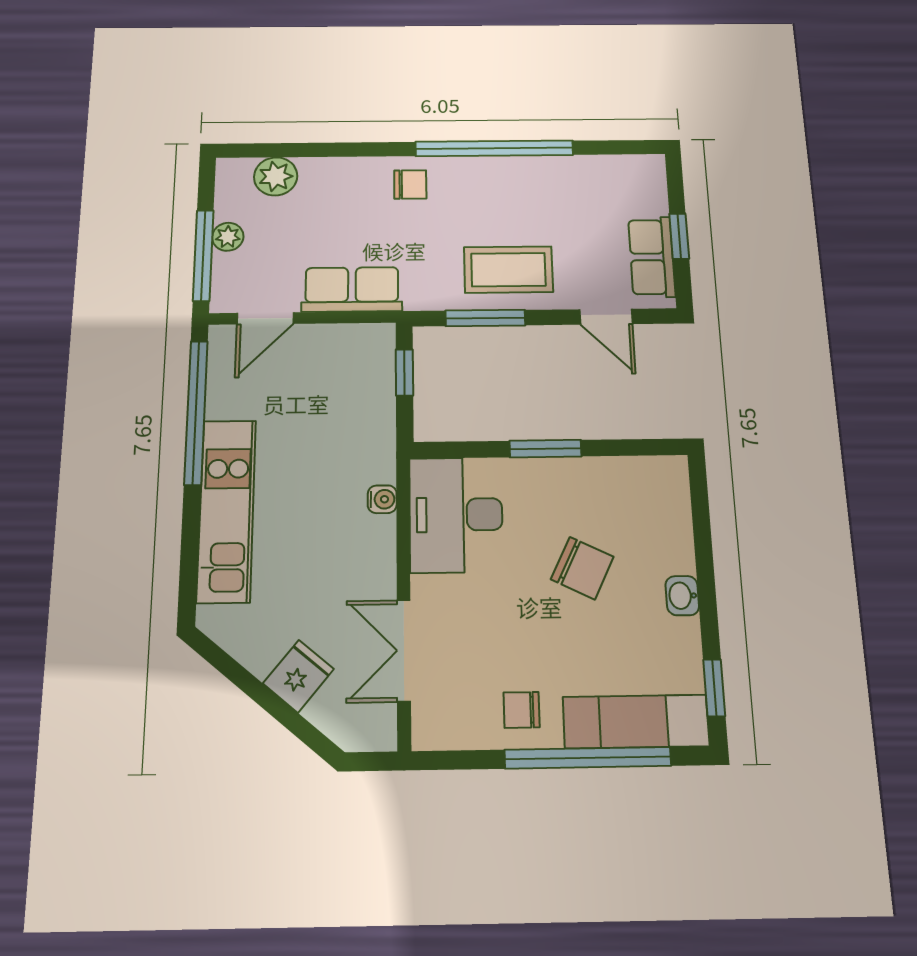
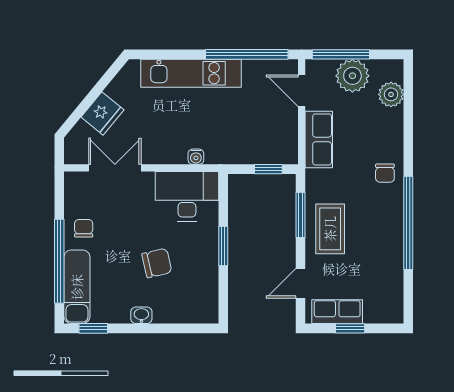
plant: (228, 237) -> (352, 76), width x1.88, depth x1.88
chair: (582, 568) -> (157, 263), turned -129
fridge: (298, 676) -> (102, 113), width x1.38

